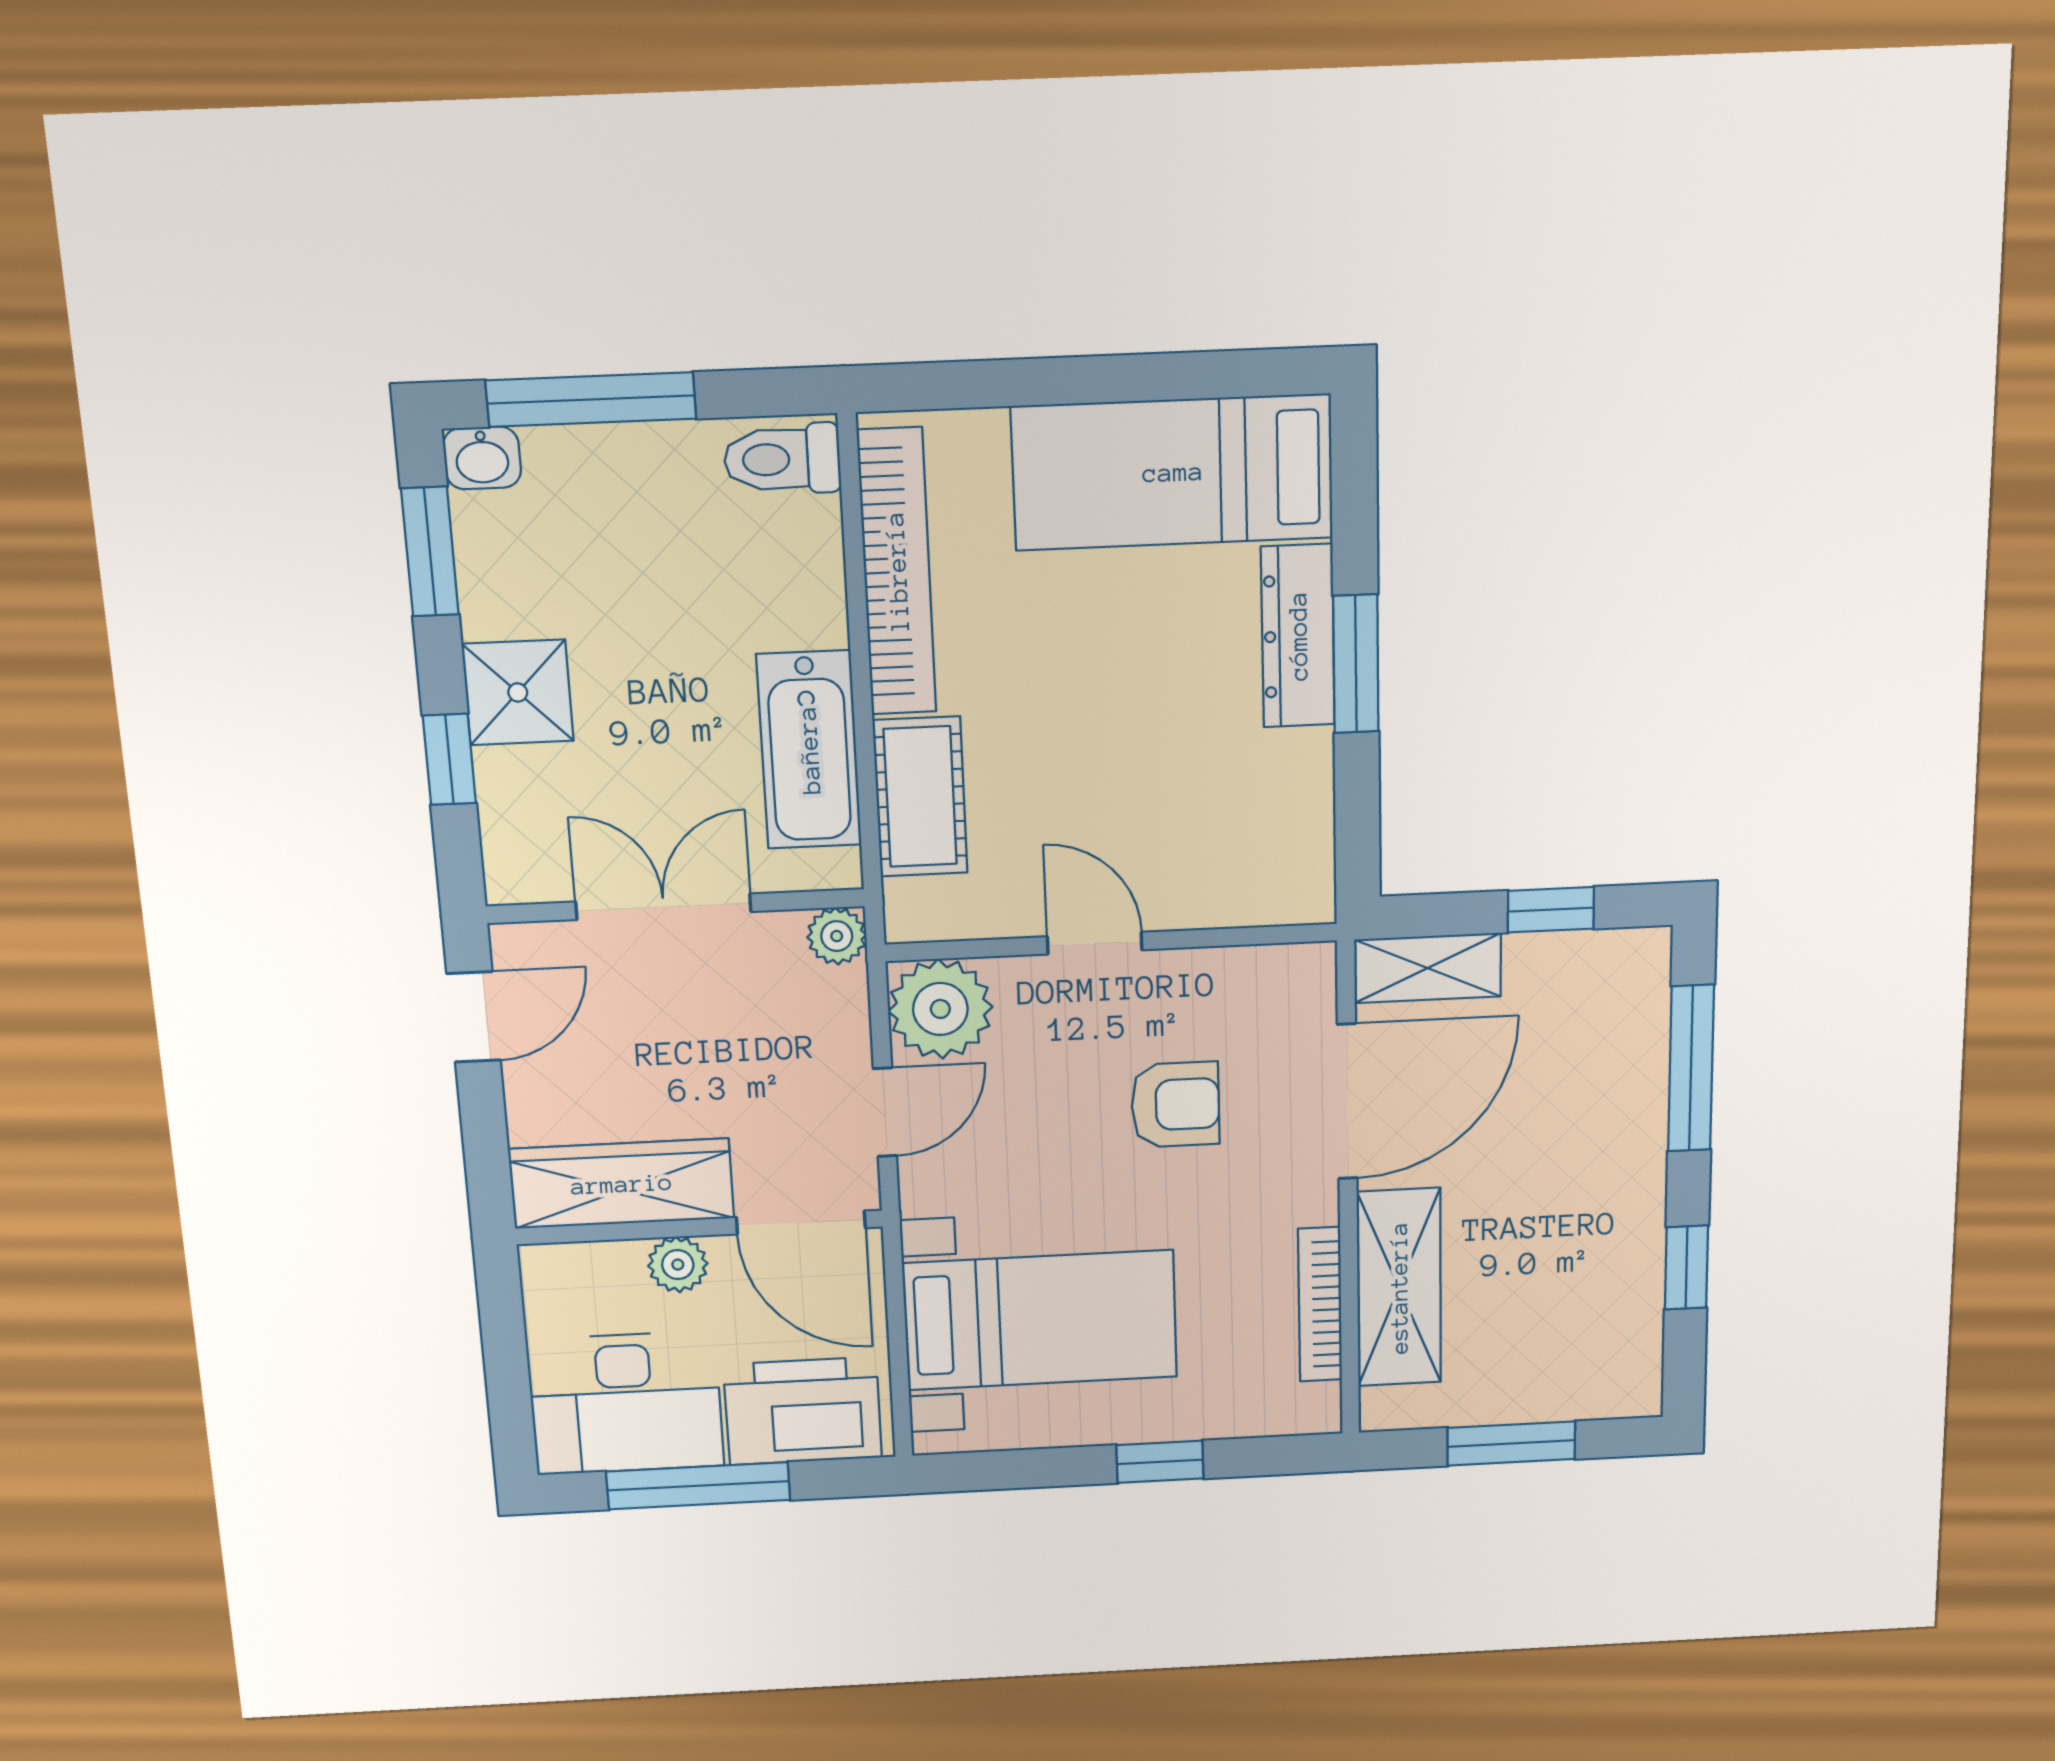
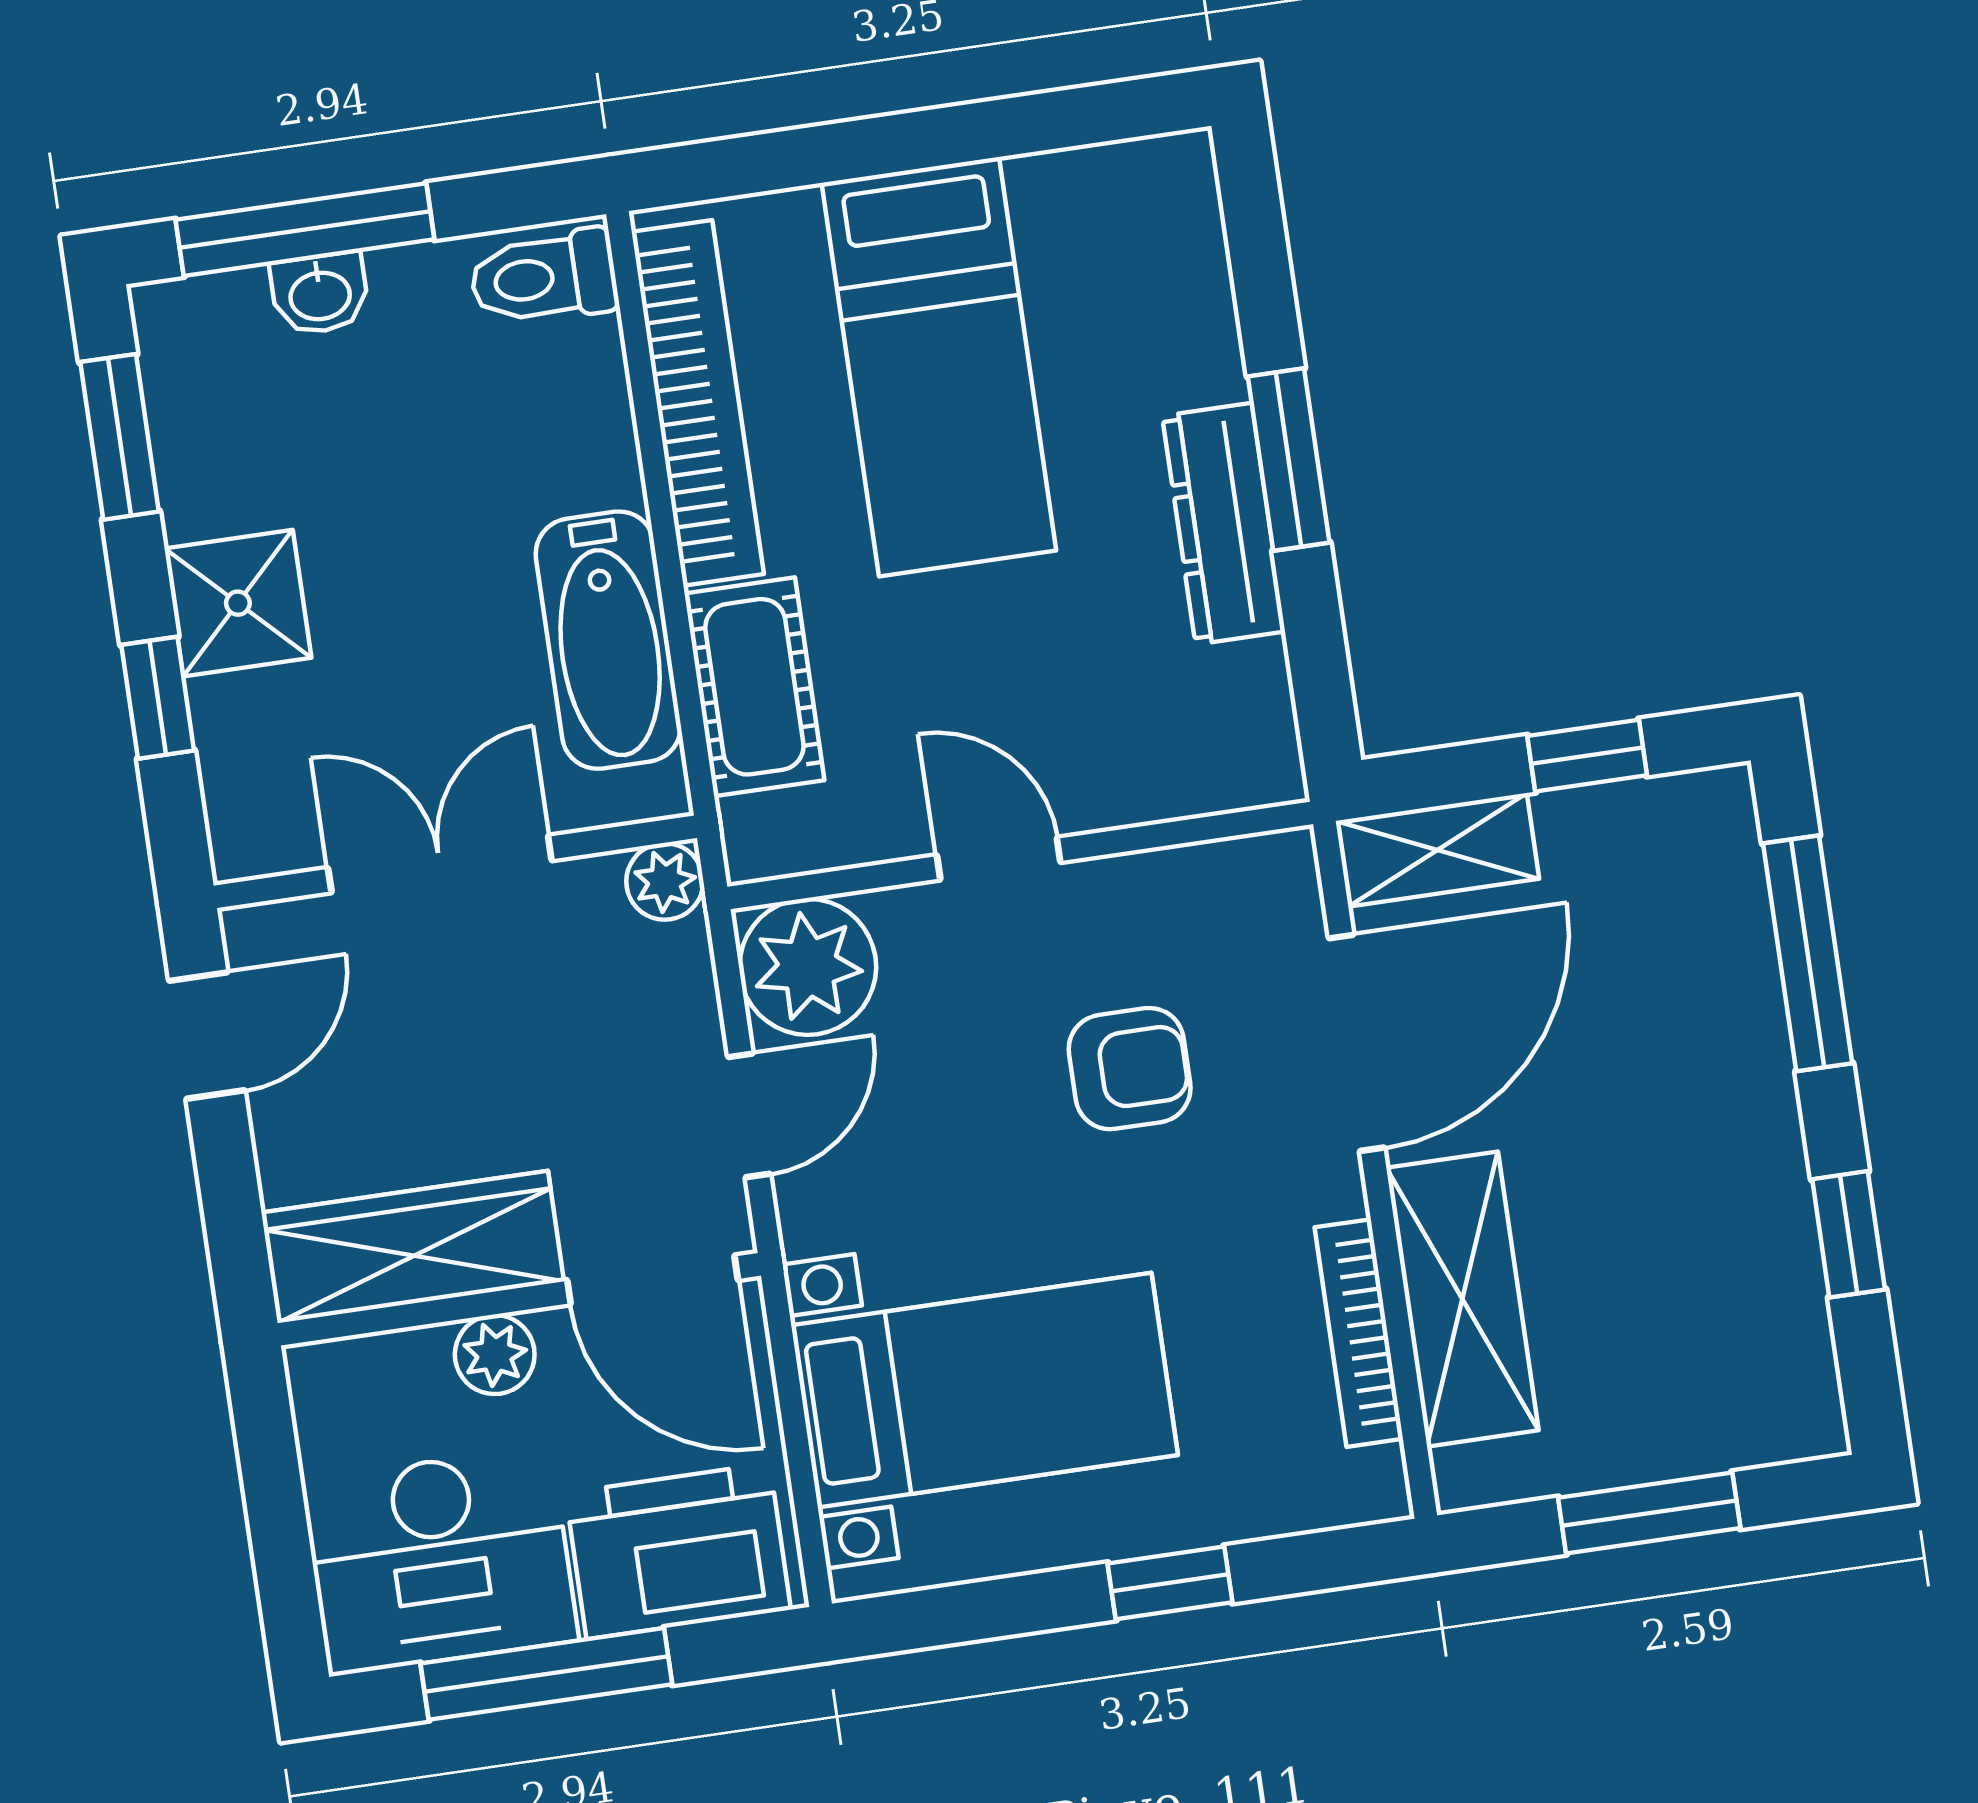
washbasin: (482, 458) -> (320, 294), moved
bed: (1173, 472) -> (939, 367), moved, turned -90
dresser: (1298, 636) -> (1224, 524), moved

